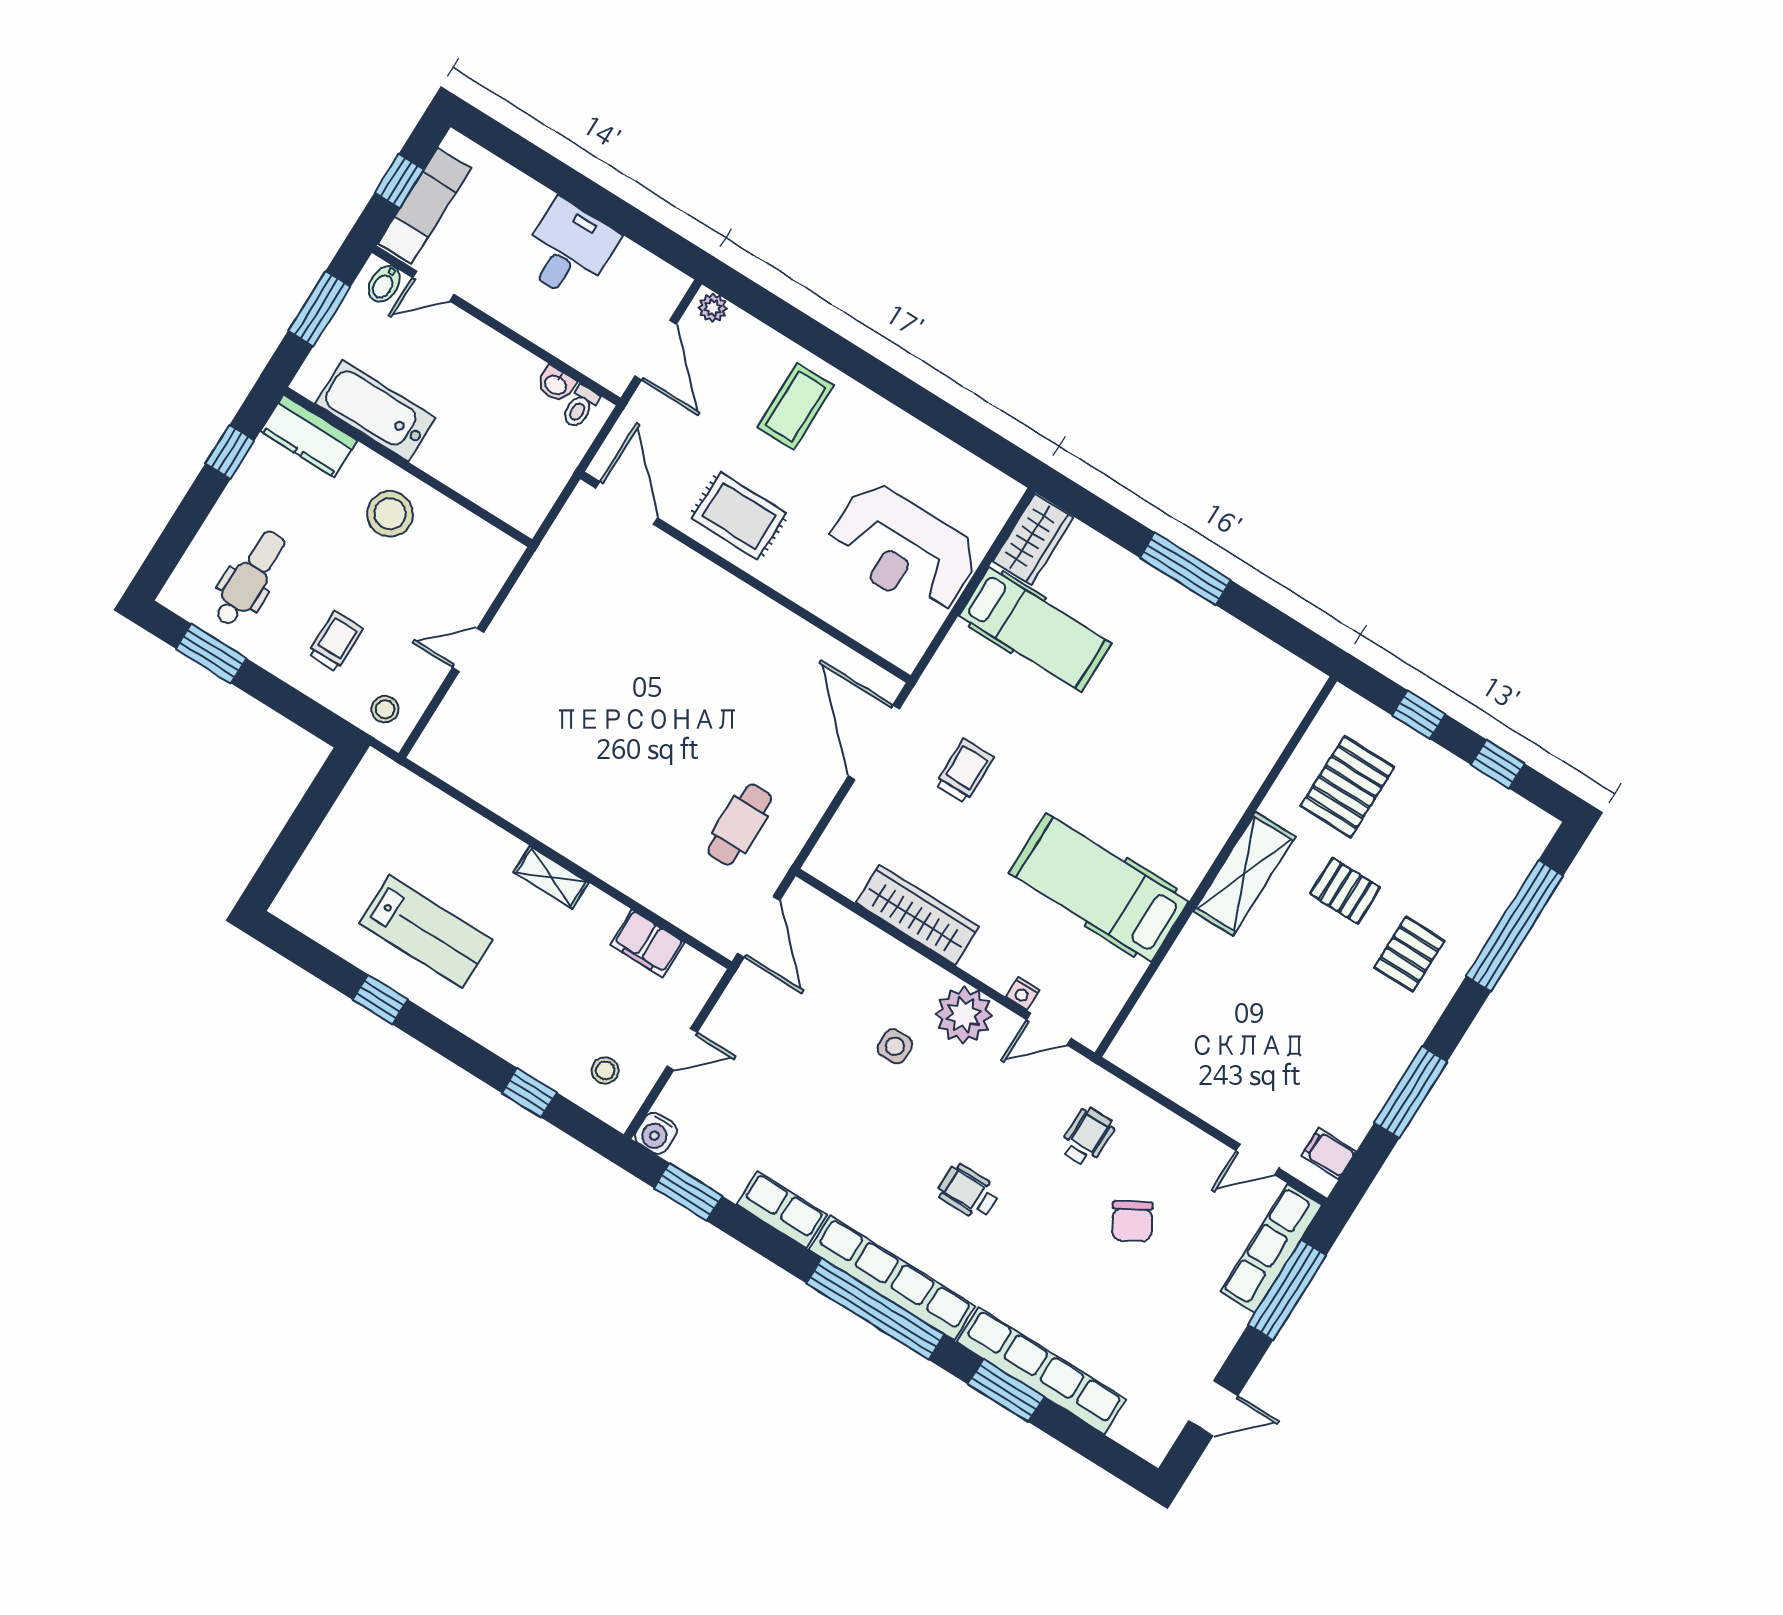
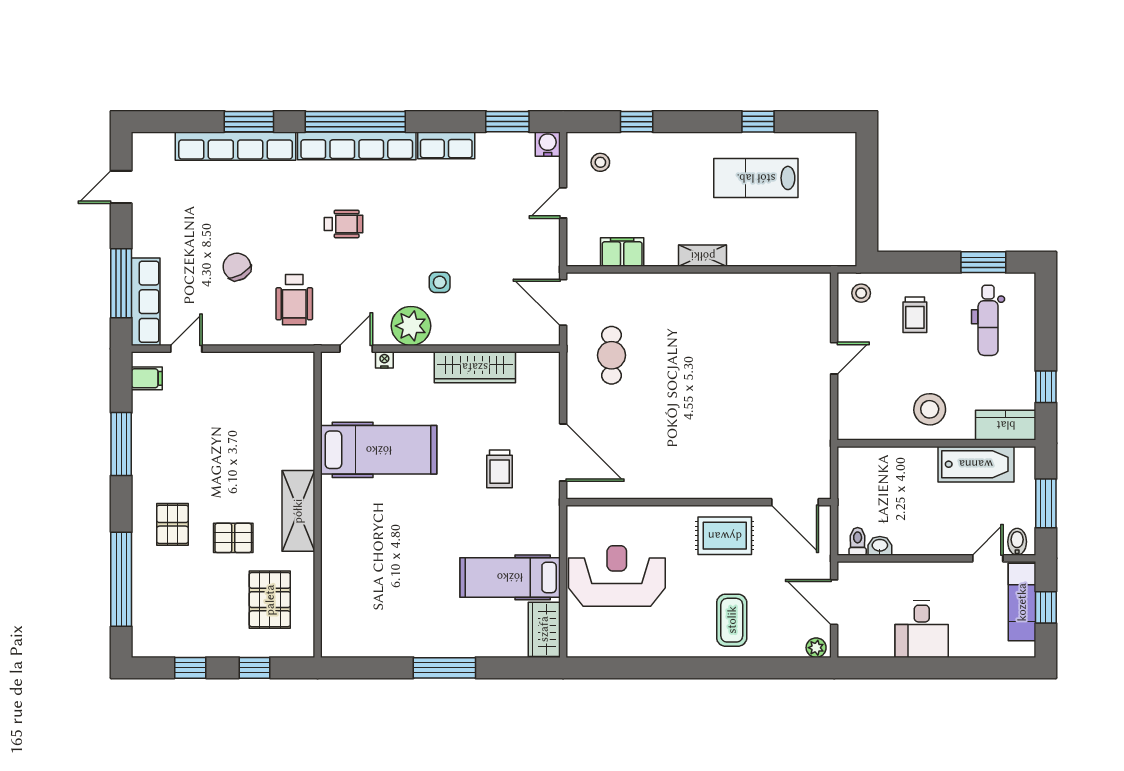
wheelchair: (1087, 1137) -> (294, 300), width x1.36, depth x1.37

